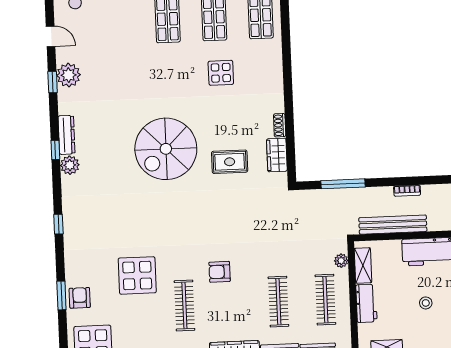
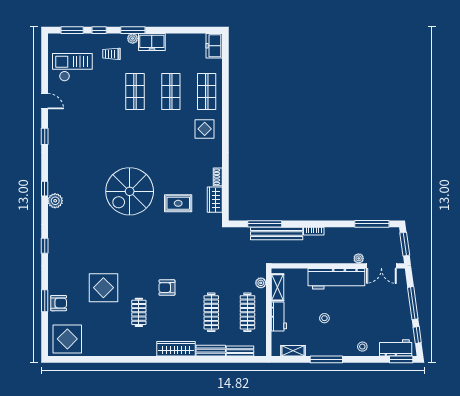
display table: (221, 73) -> (205, 129), moved
plant: (69, 75) -> (57, 131), removed
dresser: (67, 135) -> (54, 177), removed
bench: (393, 225) -> (277, 234), moved
armchair: (80, 298) -> (59, 303), turned 90
clothes rail: (184, 305) -> (139, 312), width x0.73

